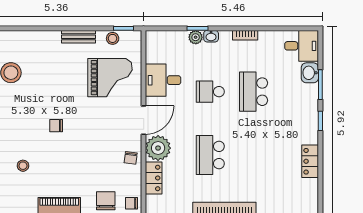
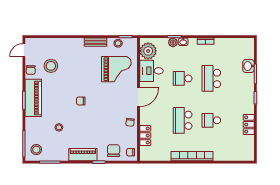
desk: (302, 46) -> (243, 48), removed
plant: (158, 148) -> (148, 51), moved
school desk: (254, 155) -> (211, 120), added

